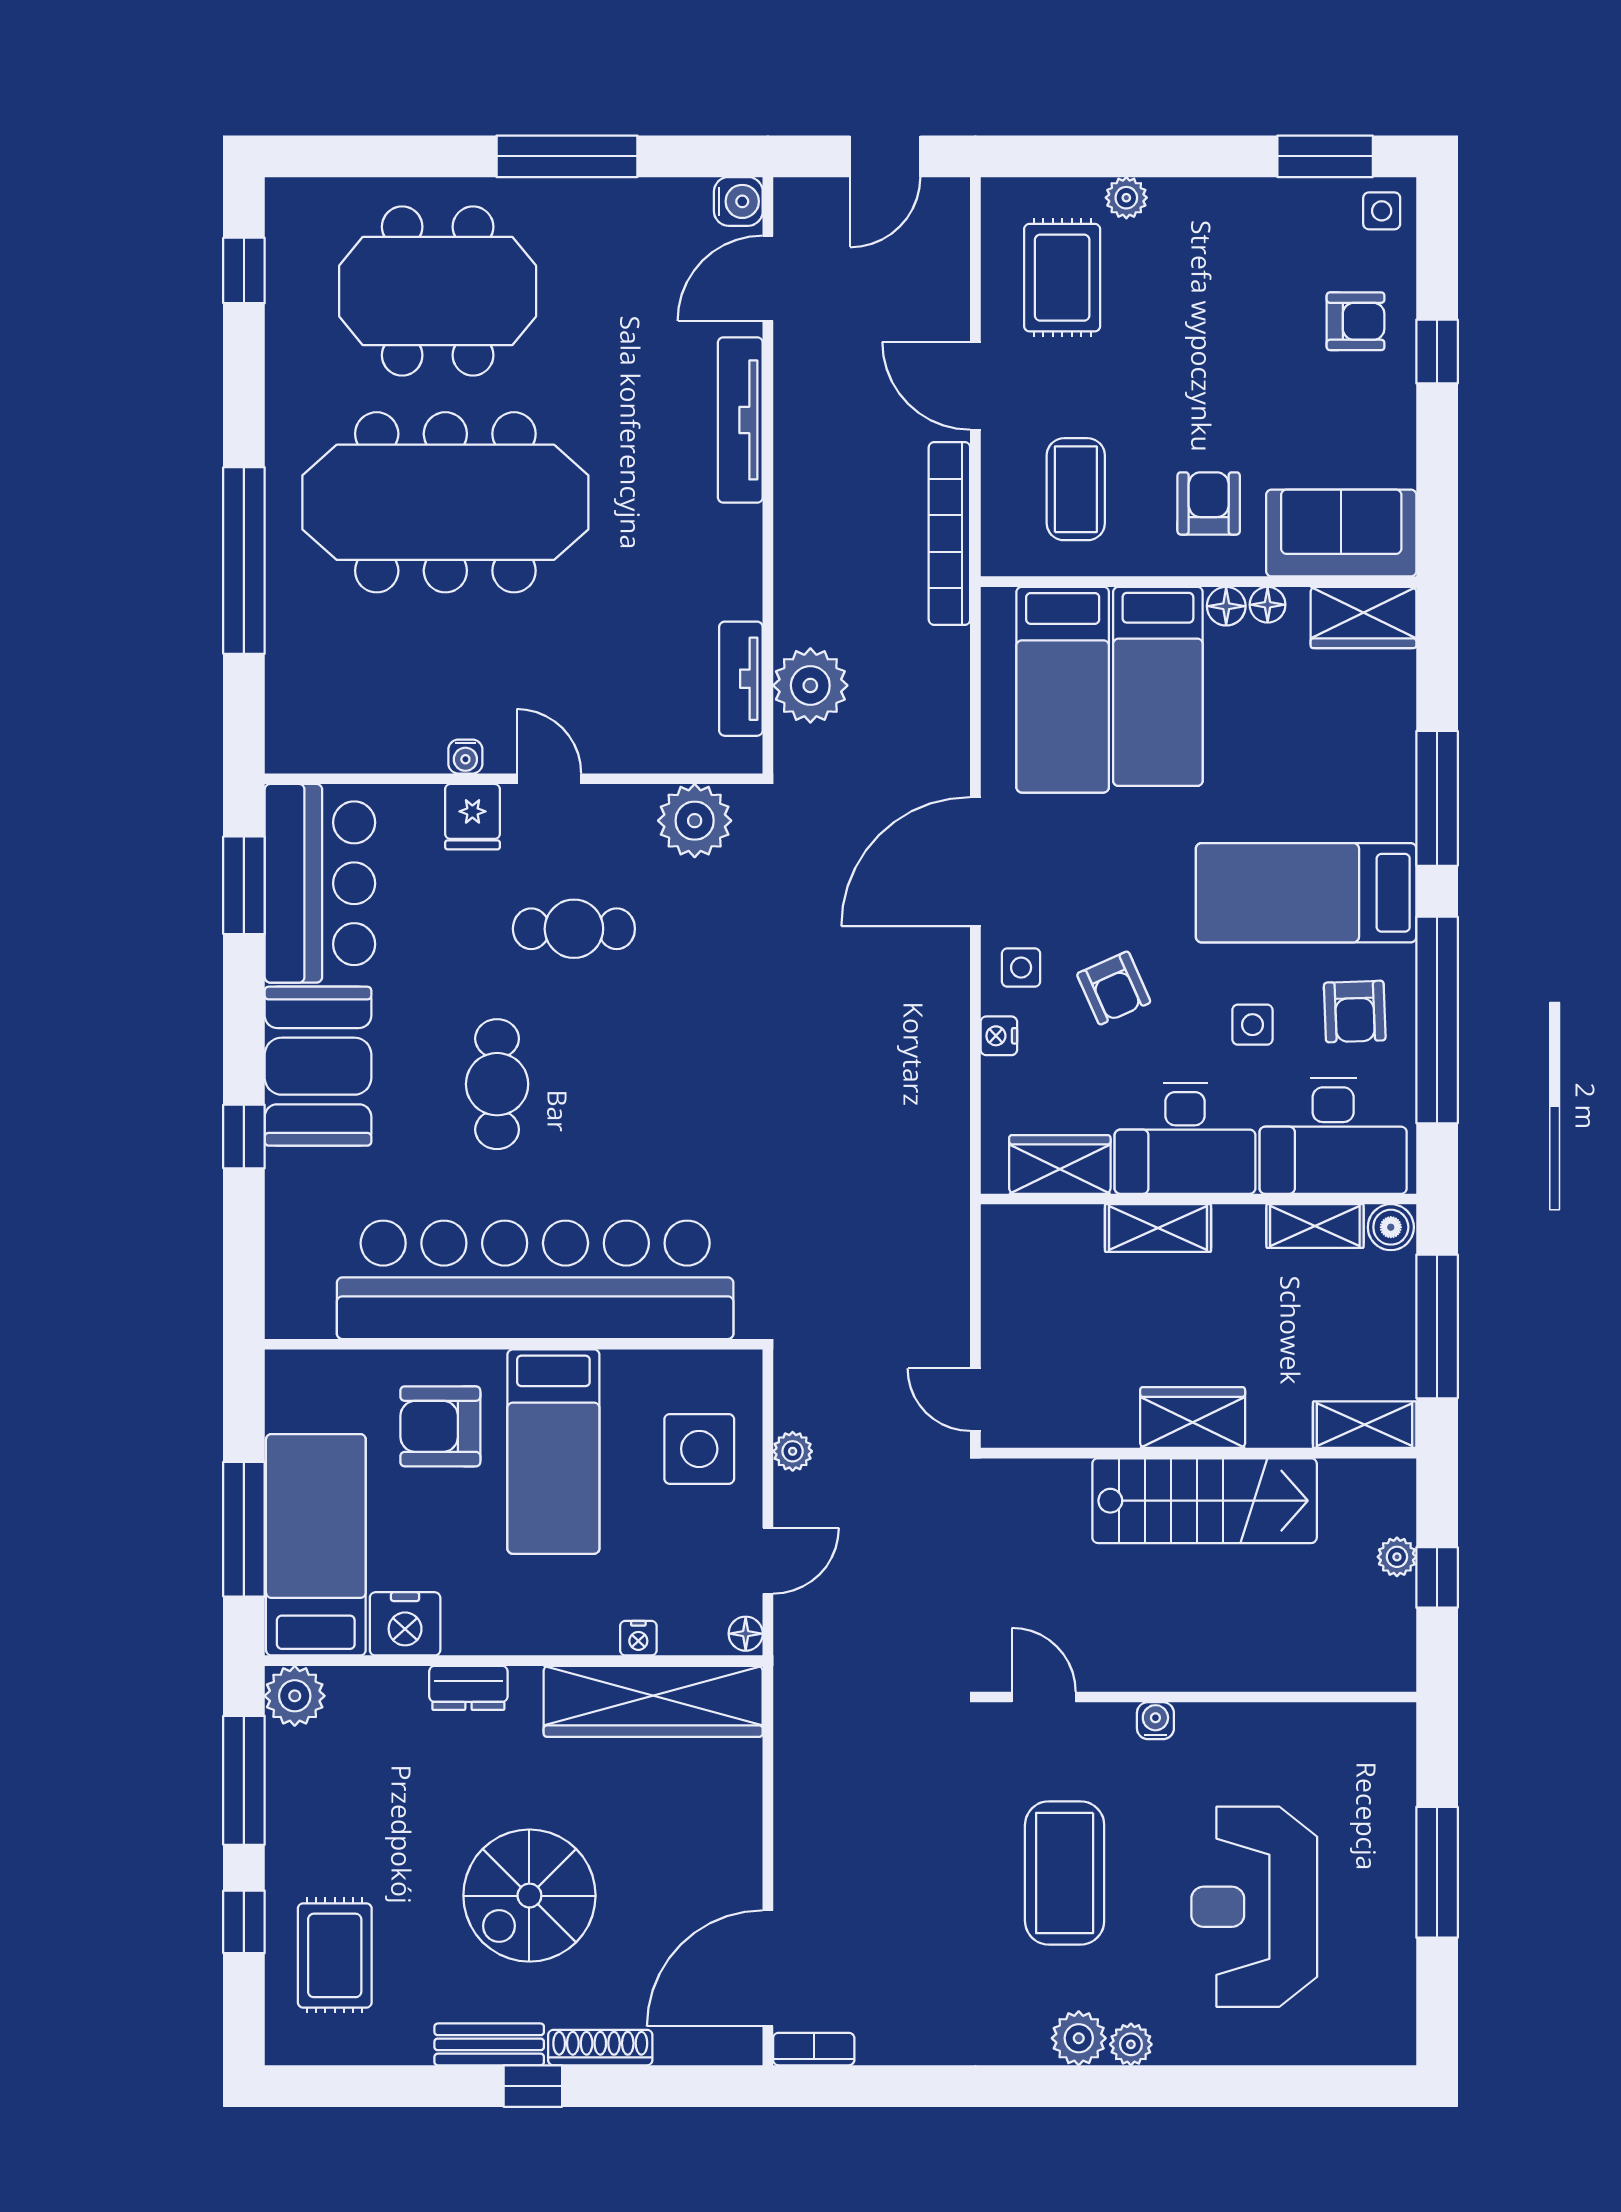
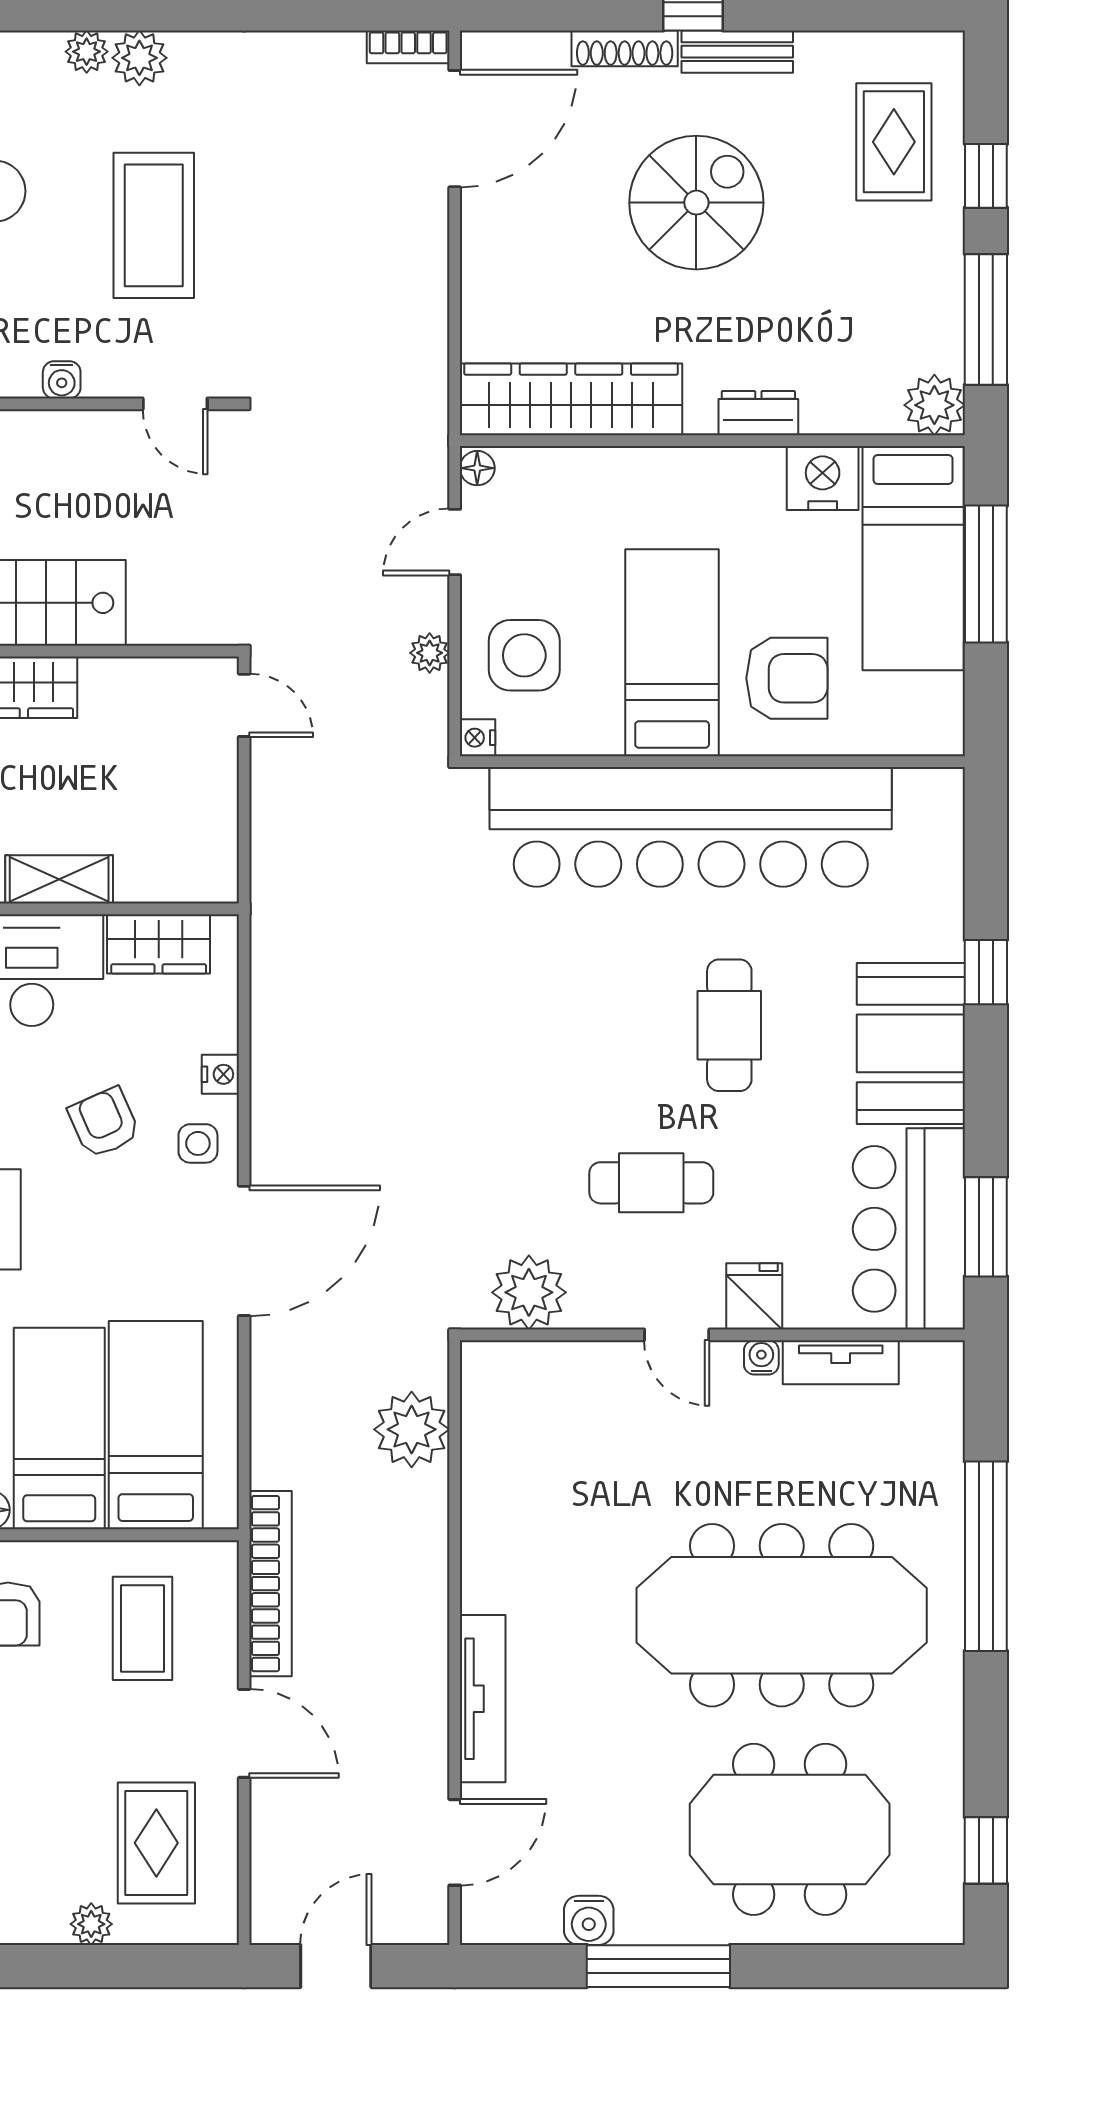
water cooler: (738, 201) -> (589, 1920), moved, turned -90
tv unit: (741, 679) -> (841, 1362), moved, turned 90
nightstand: (638, 1638) -> (477, 738), moved, turned -90

